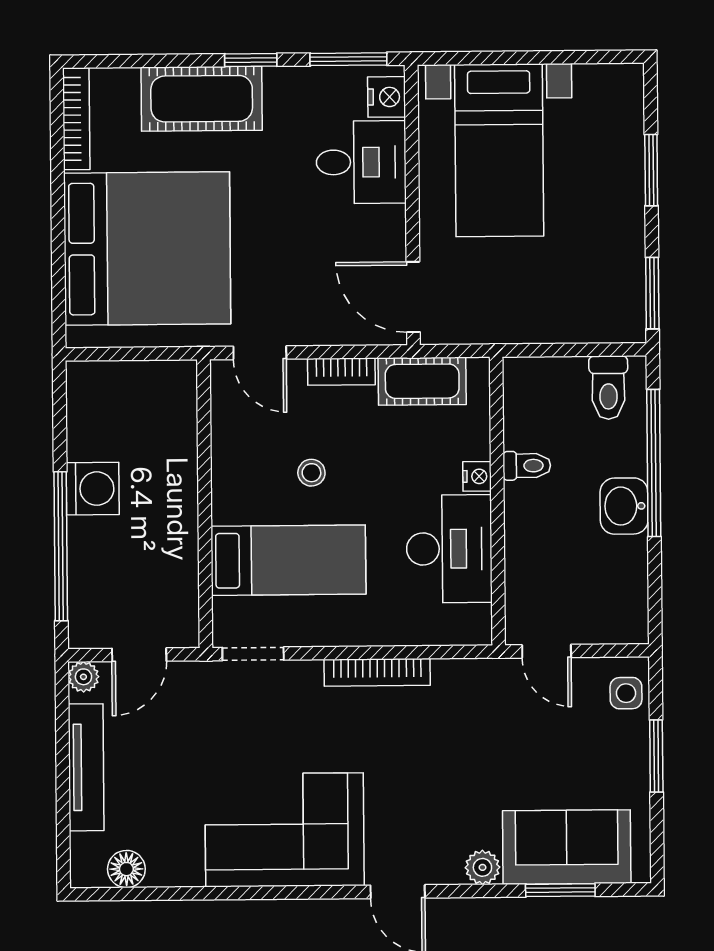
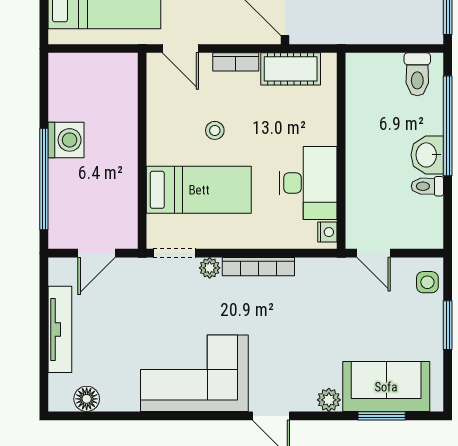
toilet: (527, 466) -> (427, 186), moved, turned 180
nightstand: (477, 476) -> (327, 232), moved
plant: (83, 677) -> (210, 268), moved

